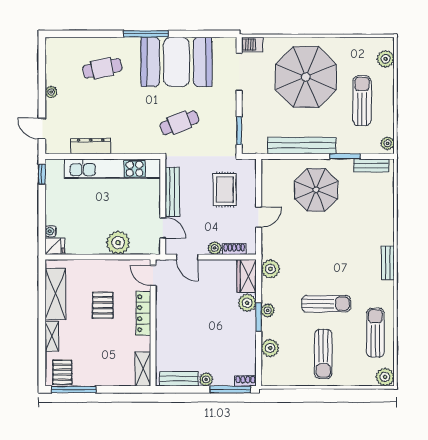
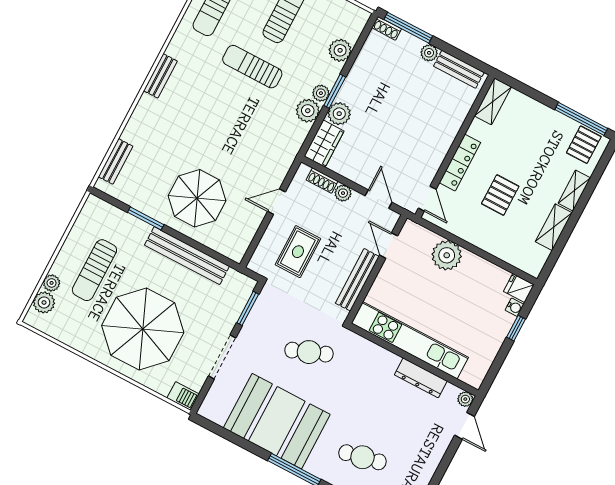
doorway: (239, 72) -> (222, 357), moved
plant: (51, 92) -> (465, 399), moved
plant: (388, 143) -> (52, 283), moved
bench: (371, 165) -> (116, 161), moved, turned 90
window: (42, 174) -> (516, 328), moved
plant: (270, 269) -> (308, 111), moved
shelving: (55, 294) -> (554, 227), width x0.67, depth x0.75

